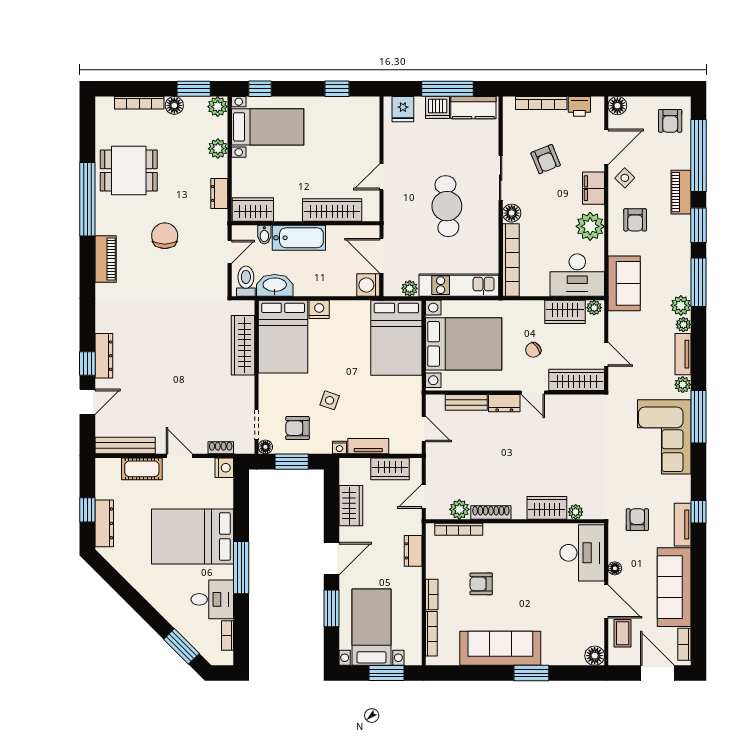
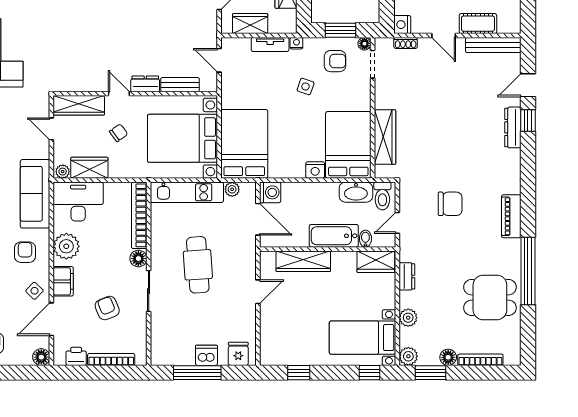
kitchen counter: (473, 108) -> (173, 355), removed
chair: (165, 236) -> (450, 204), moved, turned -90
sofa: (624, 283) -> (35, 194), width x1.36

